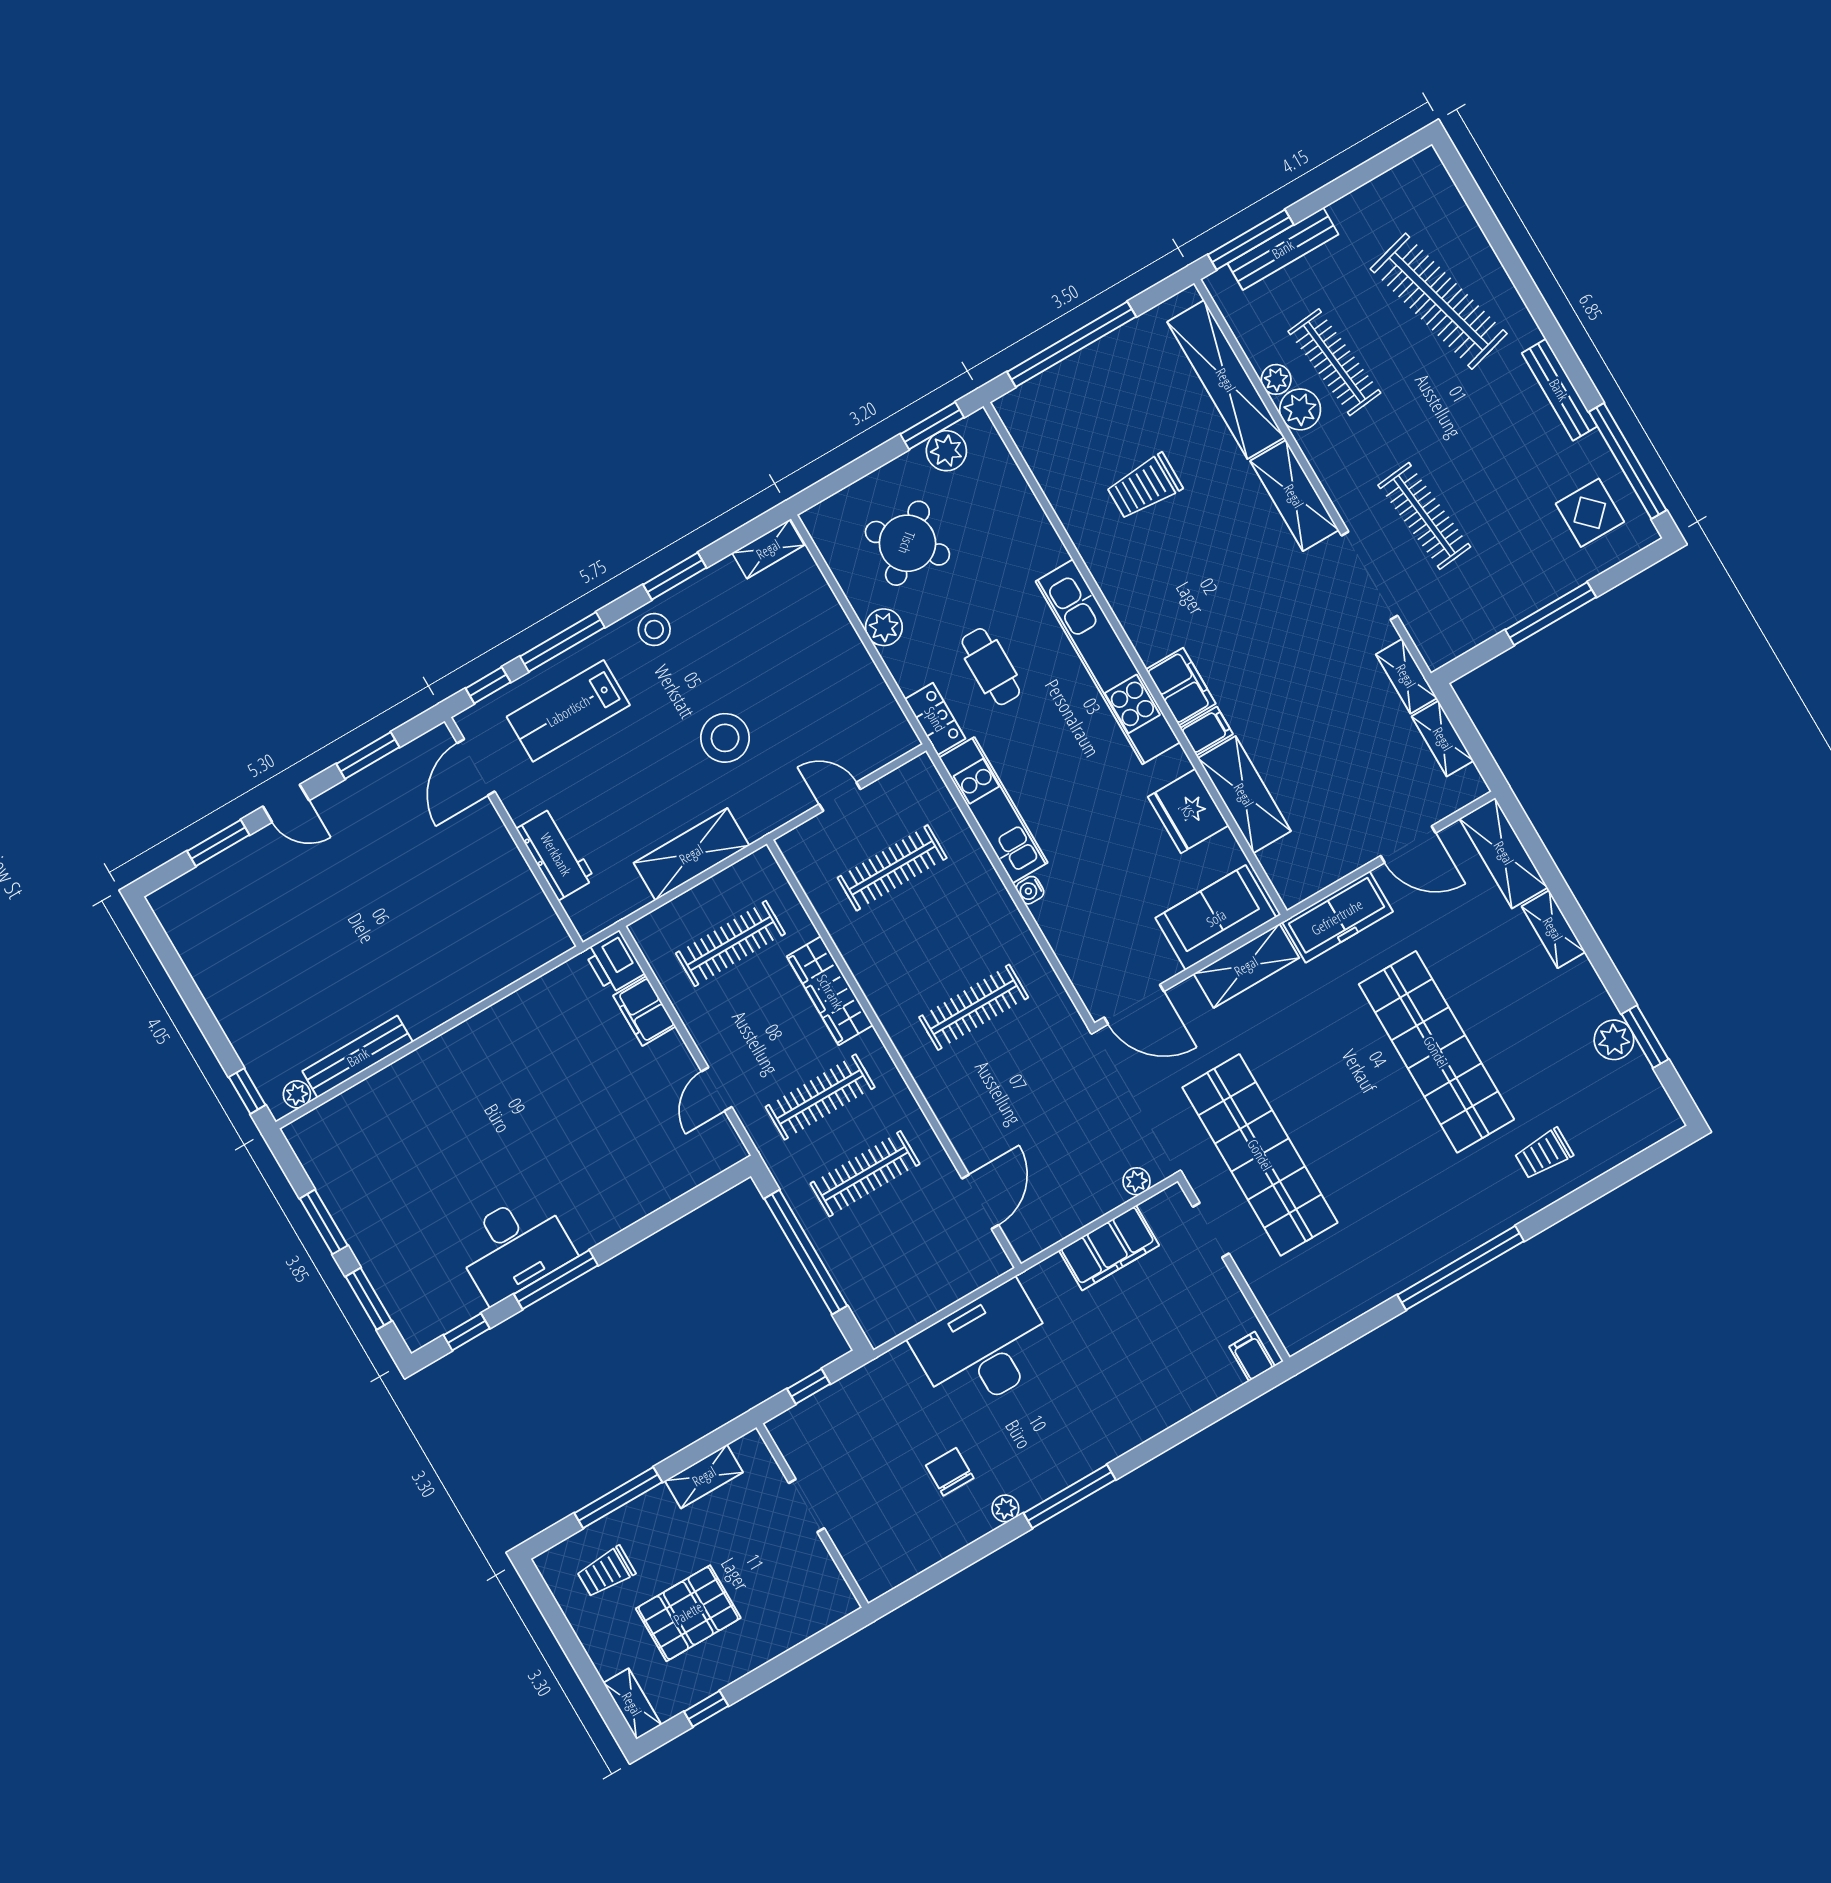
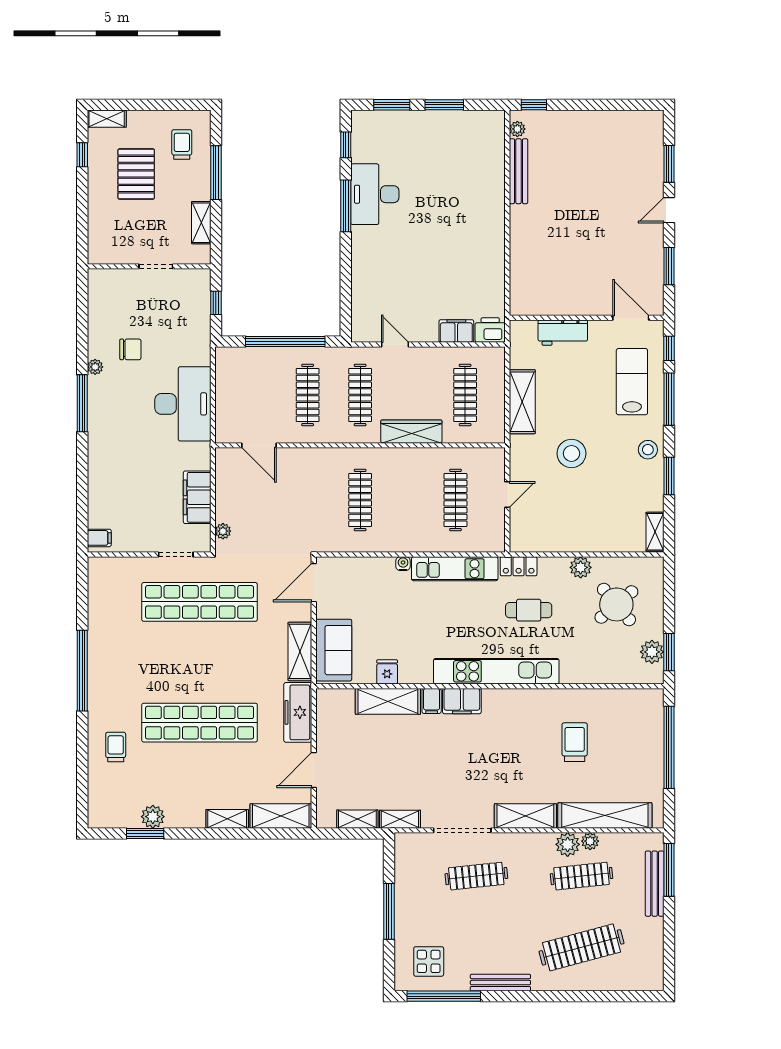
fridge: (1188, 811) -> (387, 672), width x0.53, depth x0.75

